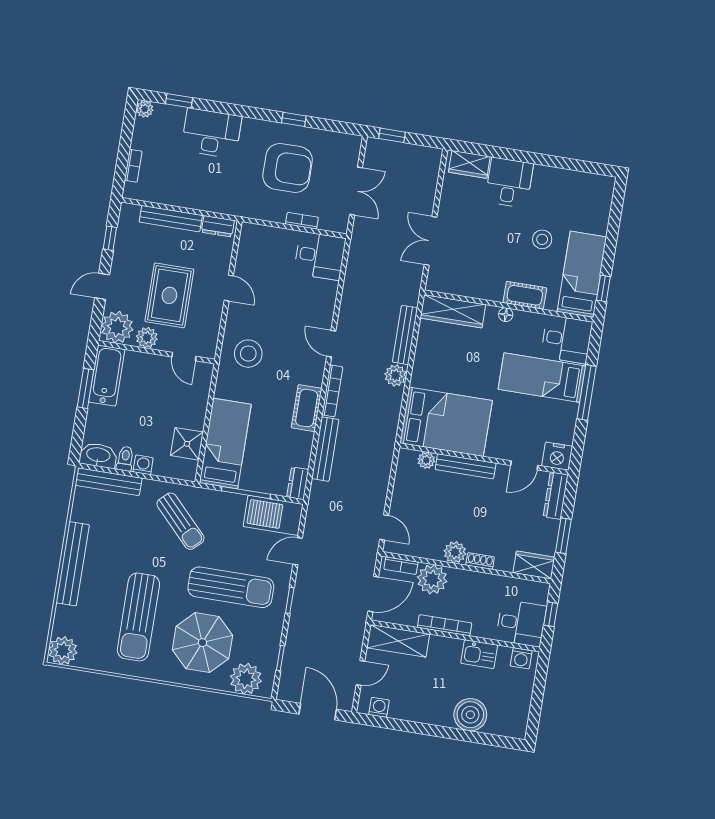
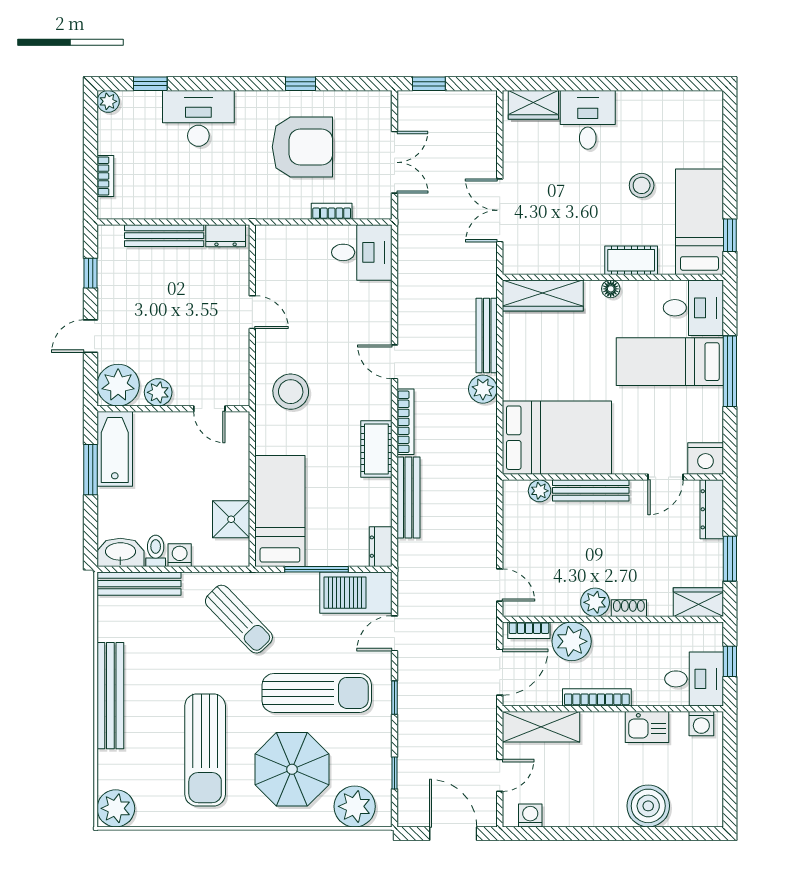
rug: (169, 295) -> (178, 334), removed

